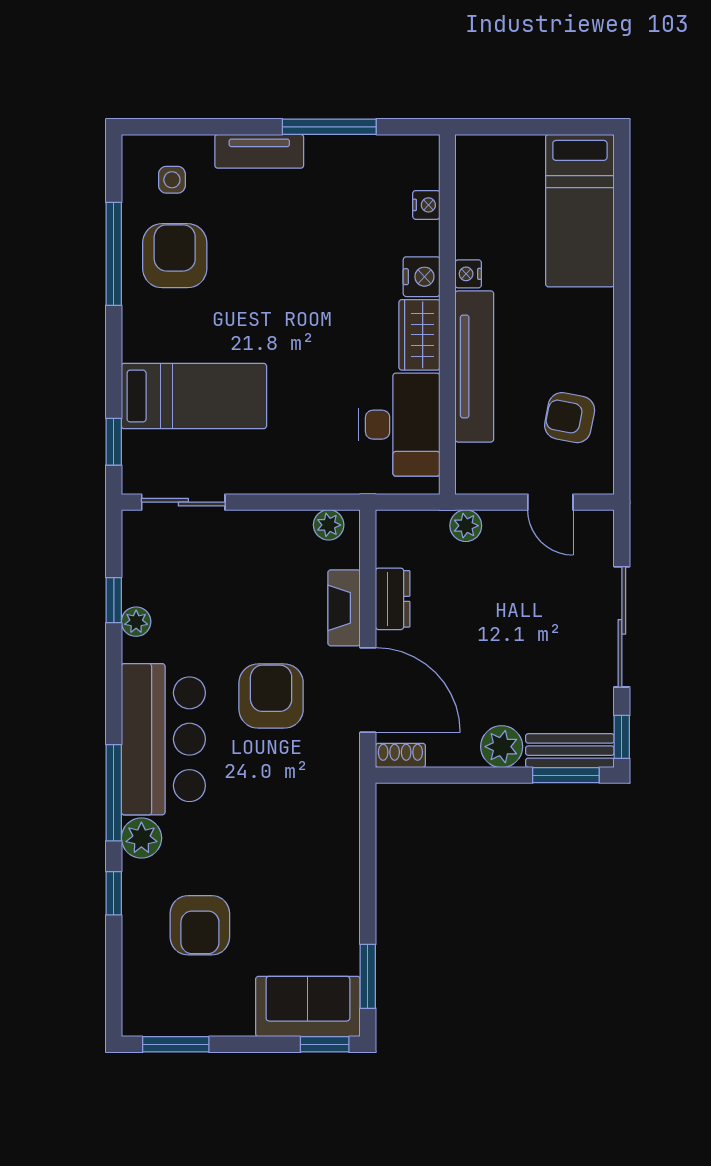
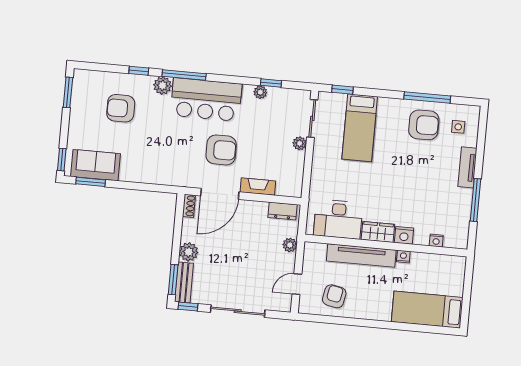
plant: (329, 525) -> (300, 143), moved
dresser: (393, 599) -> (283, 211), moved
sofa: (308, 1007) -> (95, 165), moved, turned -90

